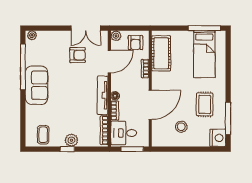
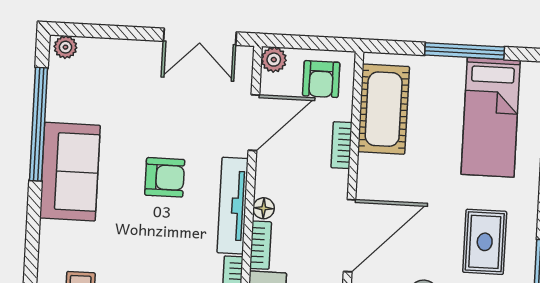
window: (204, 28) -> (465, 51), moved
armchair: (78, 55) -> (165, 177), moved

